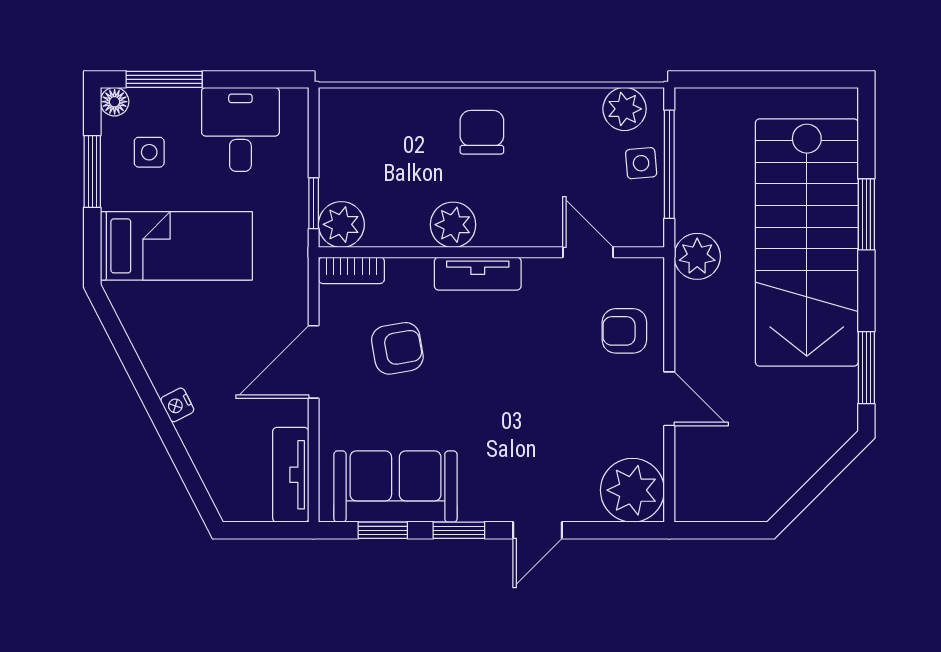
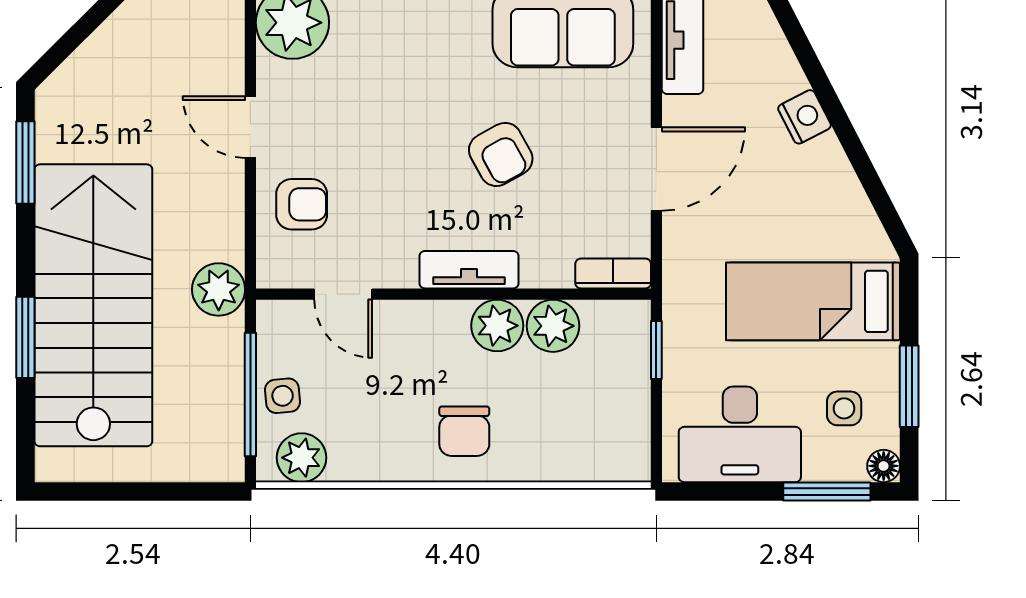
desk: (240, 129) -> (740, 434), width x1.37
plant: (341, 224) -> (553, 326), moved
armchair: (397, 348) -> (501, 154), moved, turned -109
nightstand: (177, 405) -> (804, 117), width x1.39, depth x1.35

